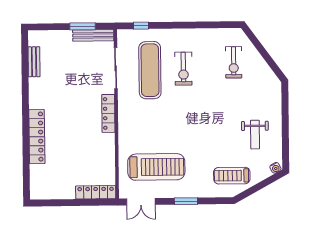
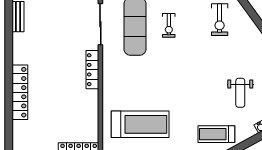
exercise bike: (183, 69) -> (169, 25), width x0.73, depth x0.72

